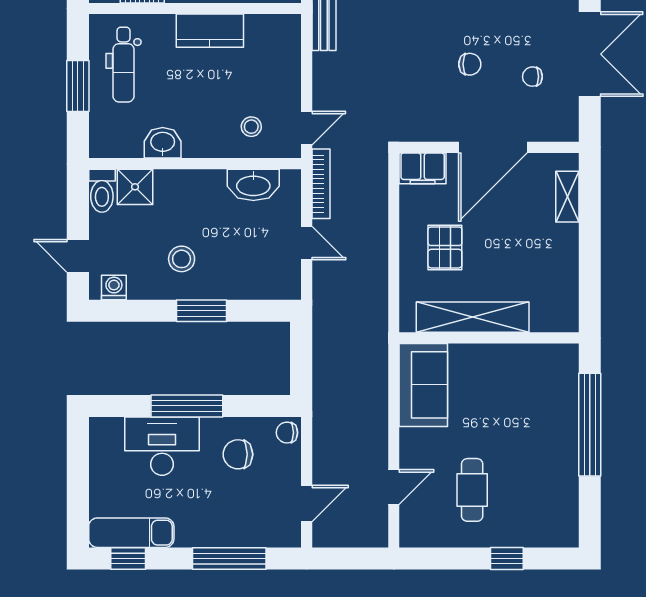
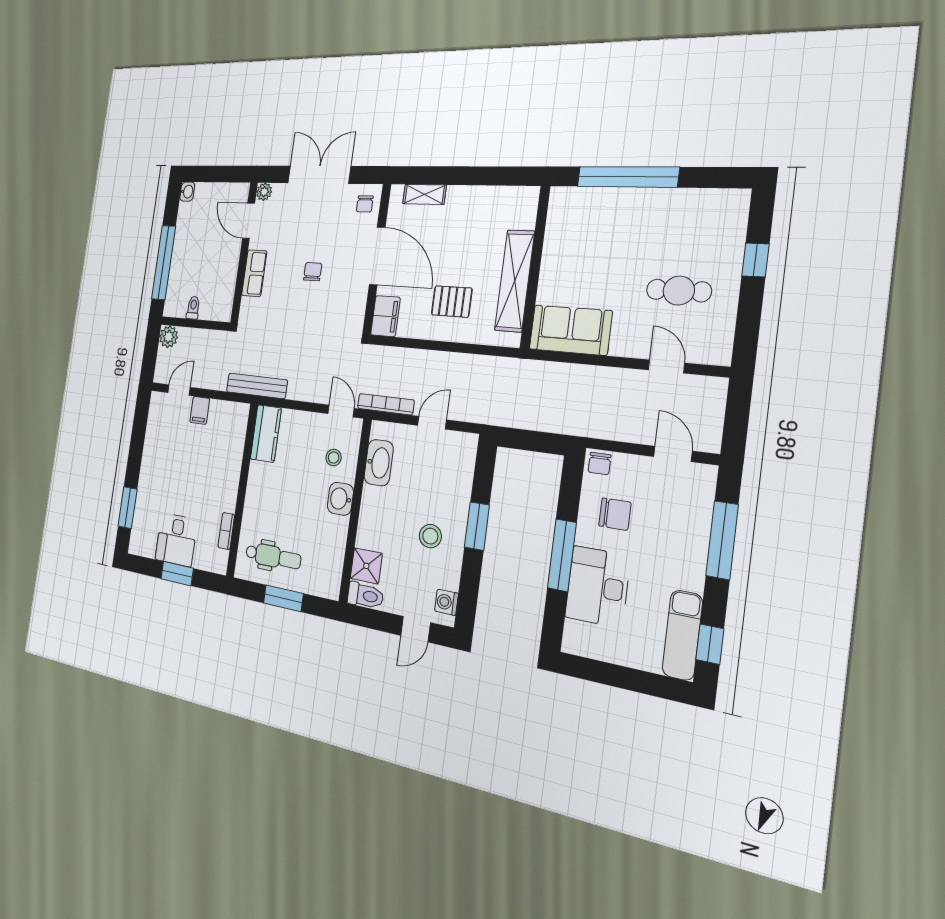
kitchen counter: (210, 31) -> (266, 434), moved
chair: (532, 77) -> (365, 204), moved
washbasin: (163, 143) -> (340, 499), moved
chair: (238, 454) -> (615, 514), turned -90

